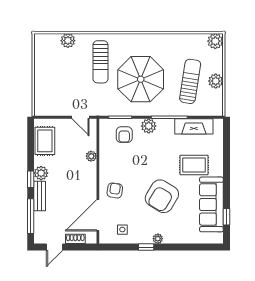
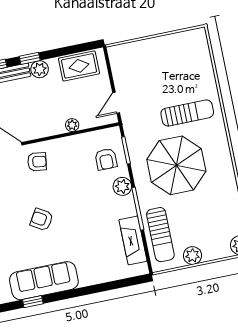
plant: (68, 41) -> (205, 69), removed
sun lounger: (100, 62) -> (187, 113), turned 180
sun lounger: (190, 81) -> (160, 235), moved, turned 81
armchair: (124, 135) -> (106, 159), turned -90
rug: (194, 165) -> (87, 250), removed
armchair: (162, 196) -> (42, 219), width x0.53, depth x0.53

